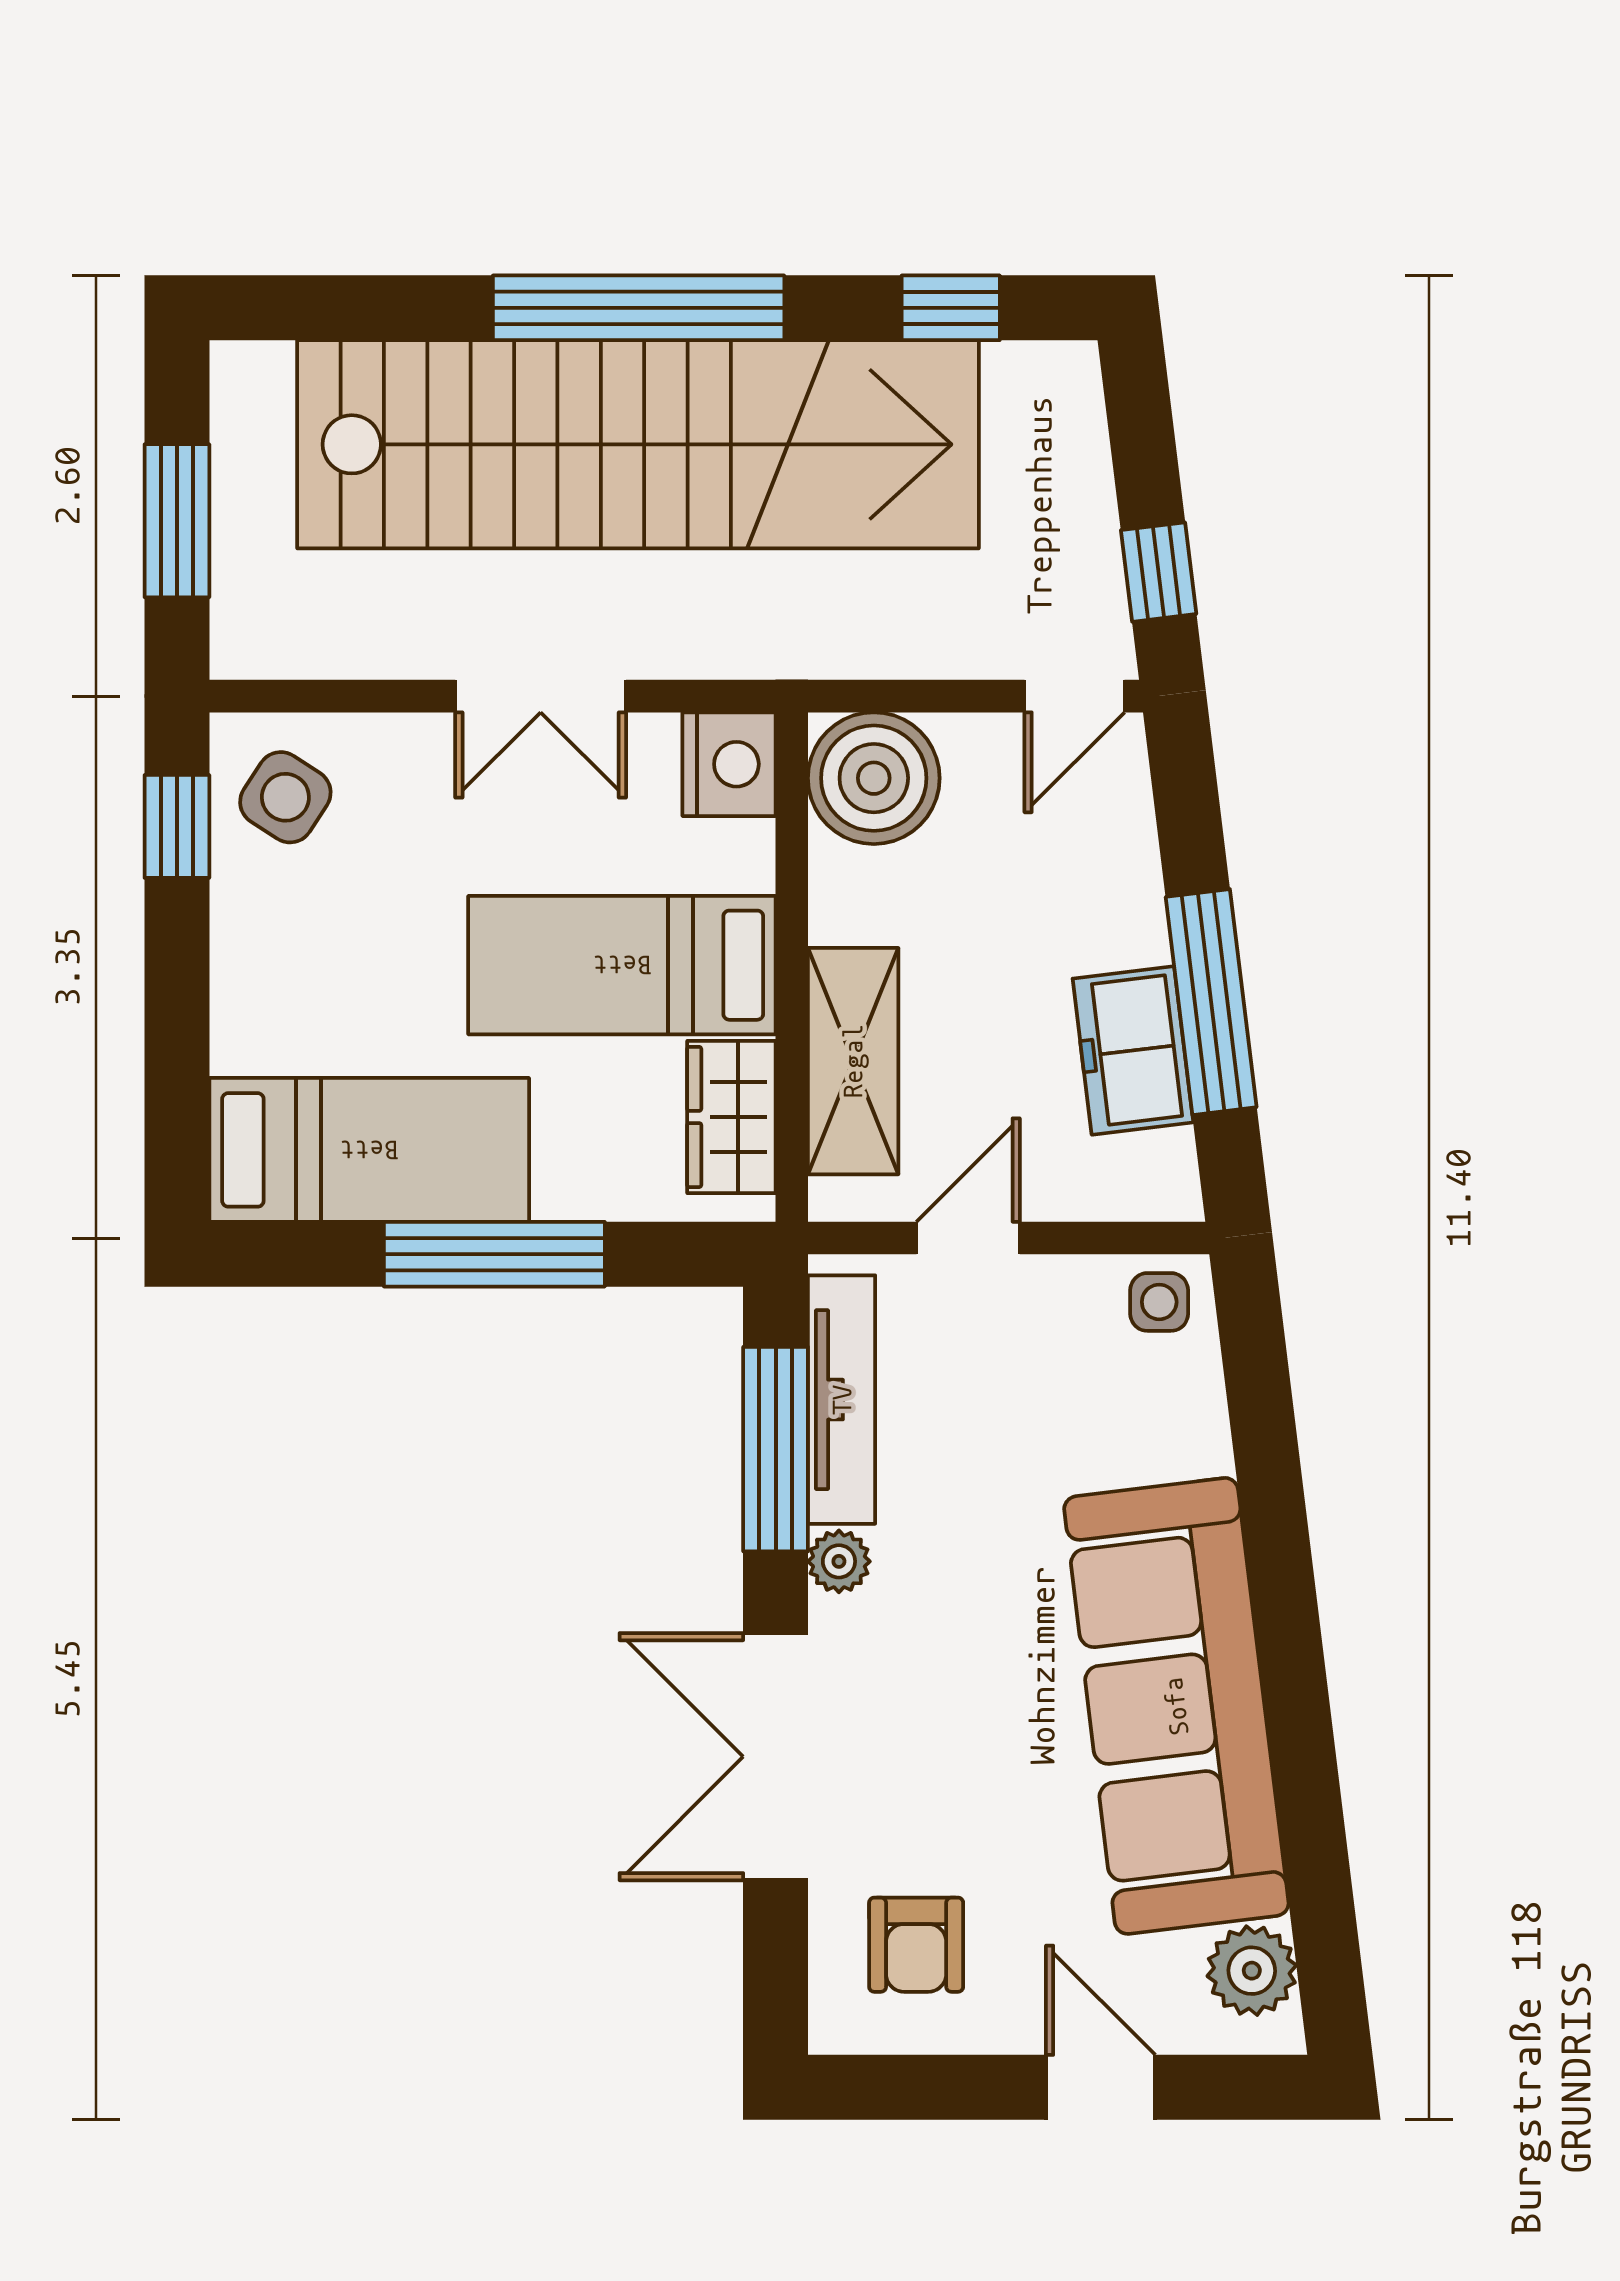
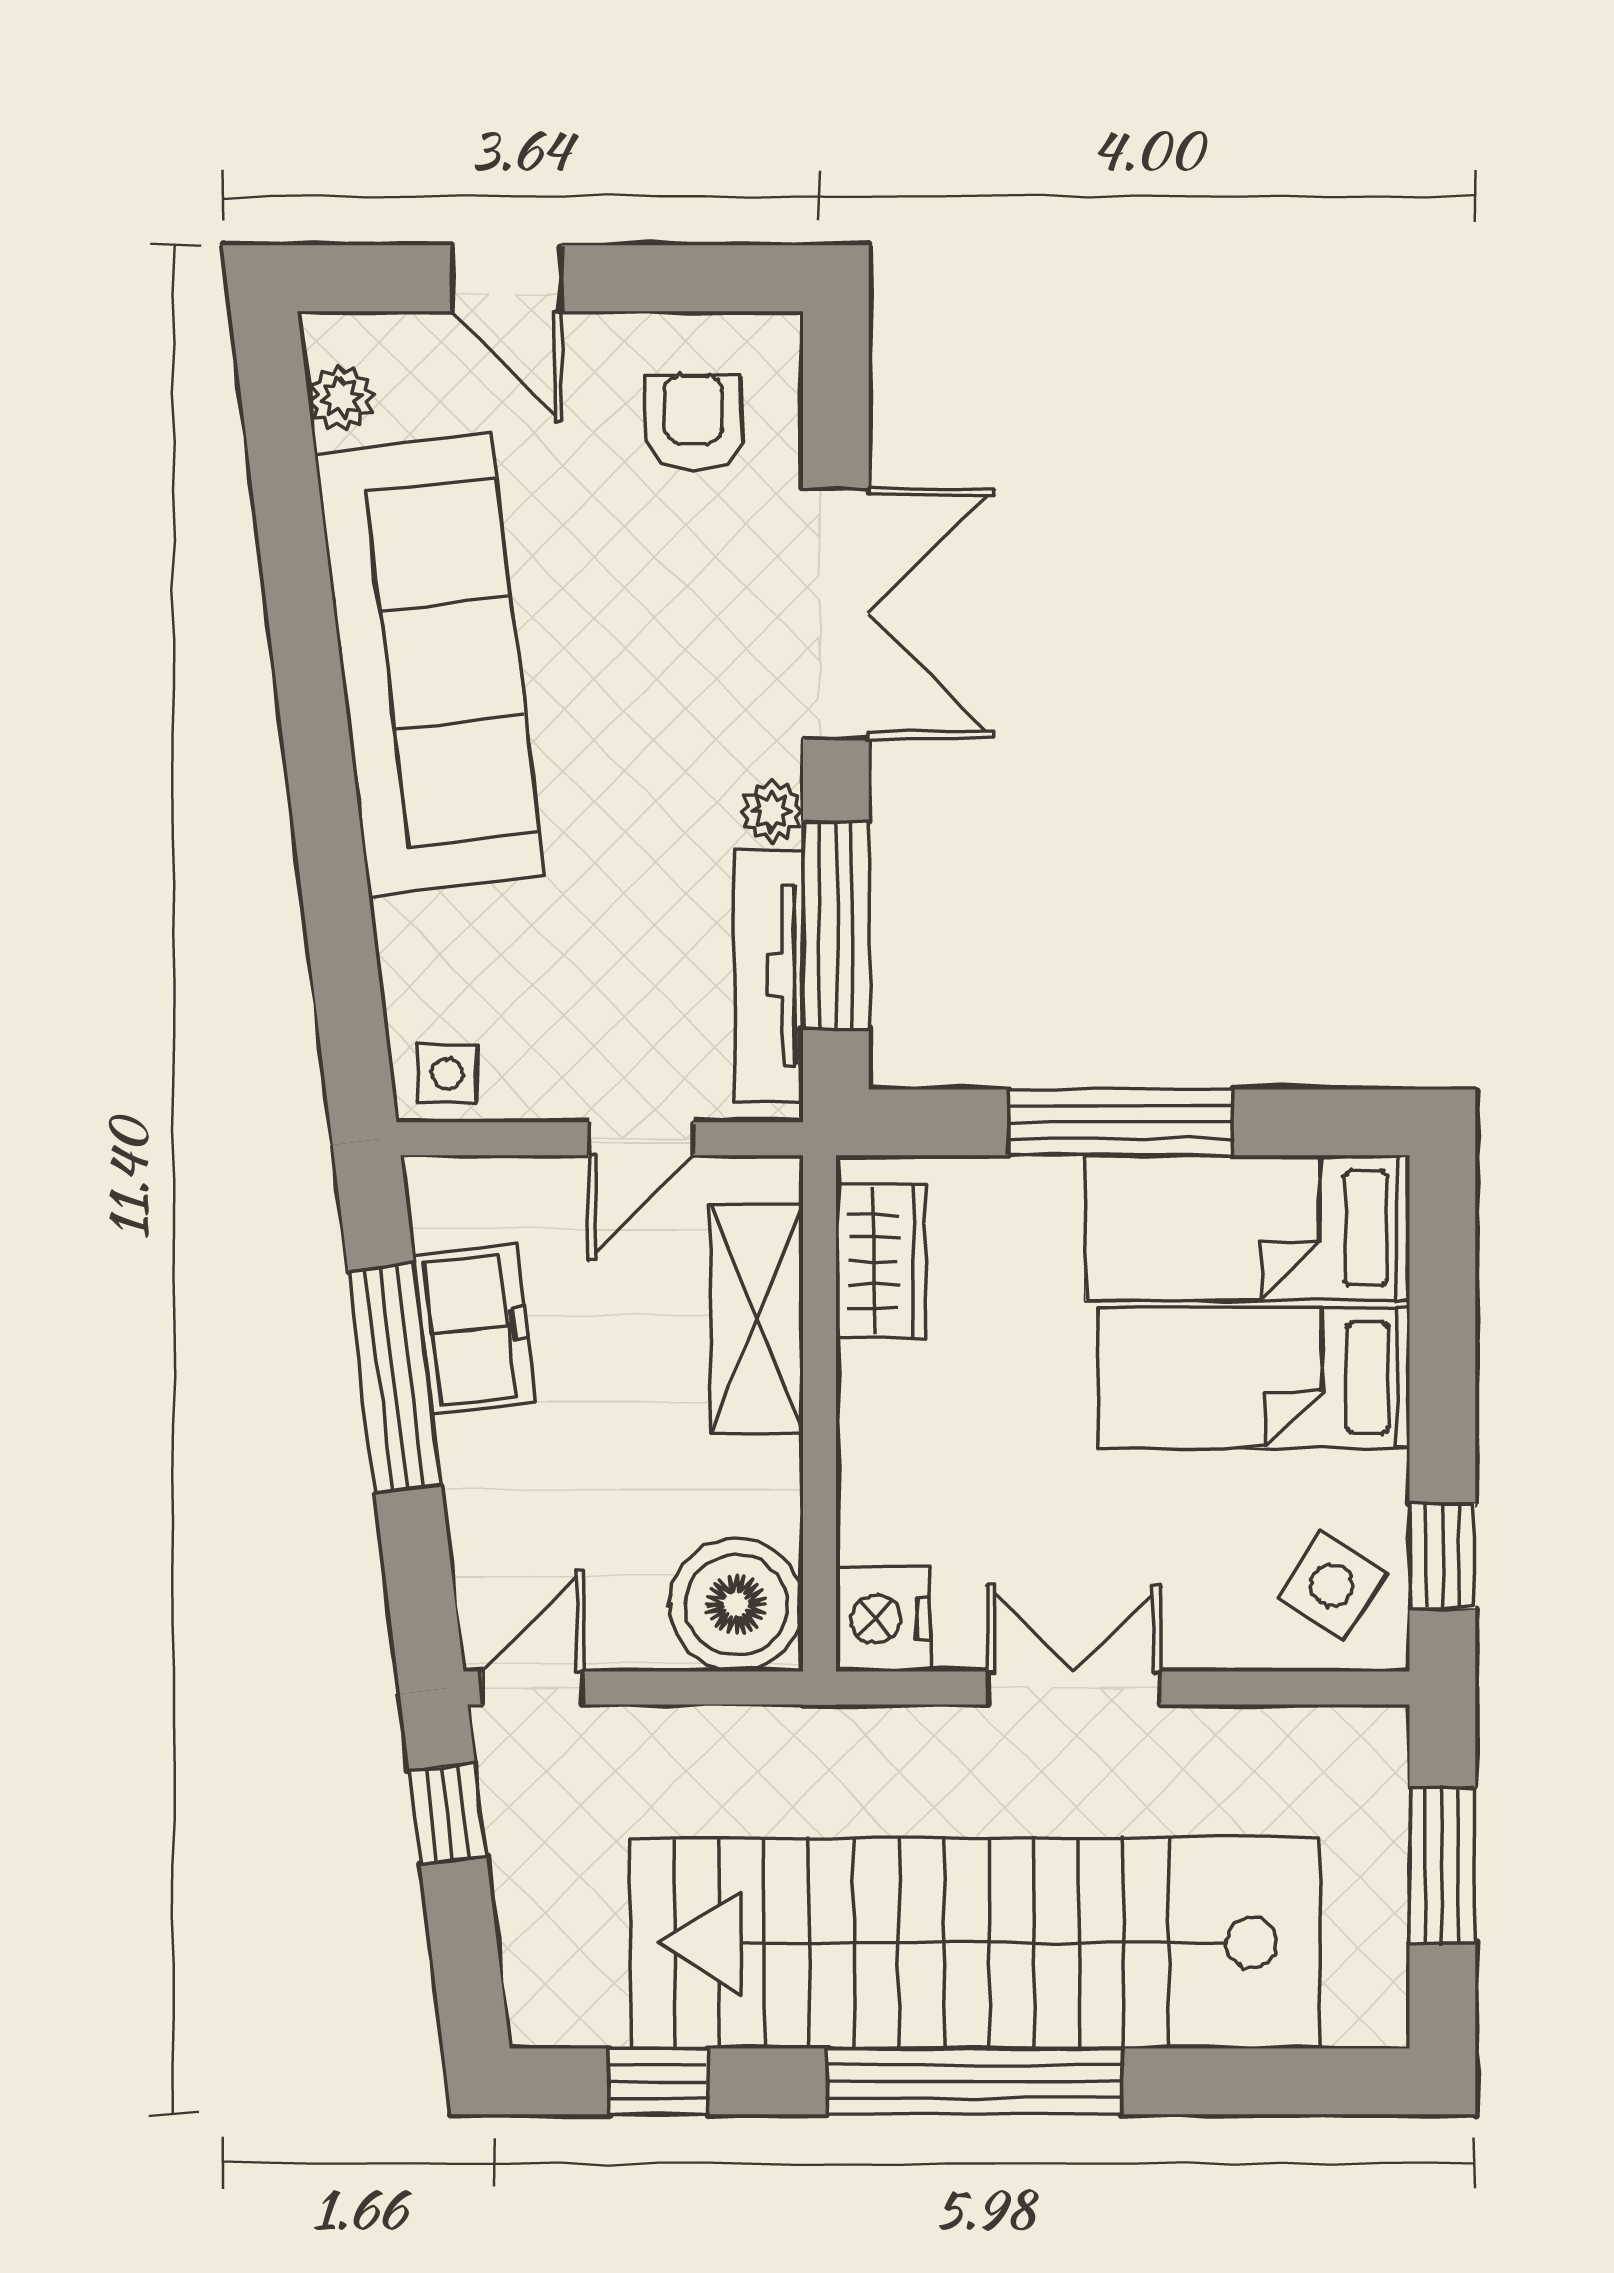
bed: (622, 965) -> (1254, 1378), moved, turned 180
plant: (1252, 1971) -> (341, 398), width x0.73, depth x0.73

